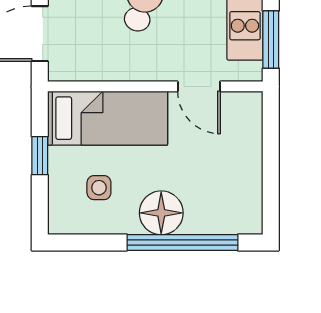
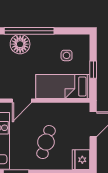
door: (199, 86) -> (22, 101), swing flipped
floor lamp: (161, 213) -> (20, 44), moved

